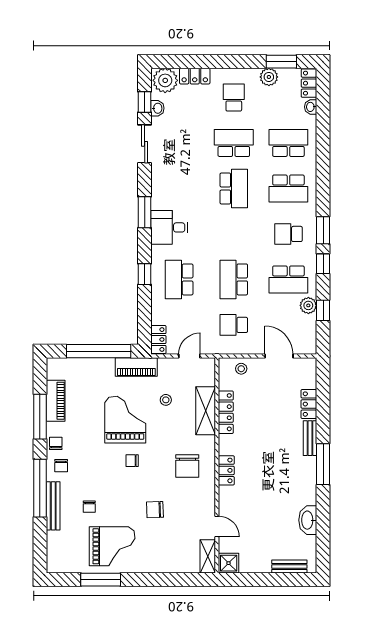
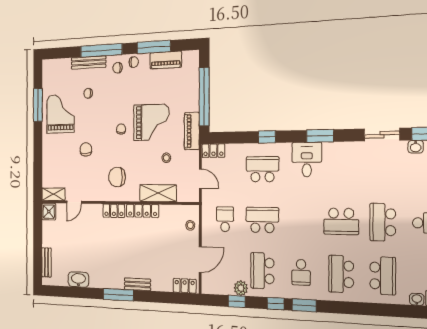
school desk: (234, 143) -> (383, 222), turned 180
school desk: (288, 234) -> (301, 272), turned 180
locker: (309, 404) -> (185, 286), moved
locker: (226, 412) -> (143, 211), moved
grand piano: (112, 546) -> (60, 114), turned 180

